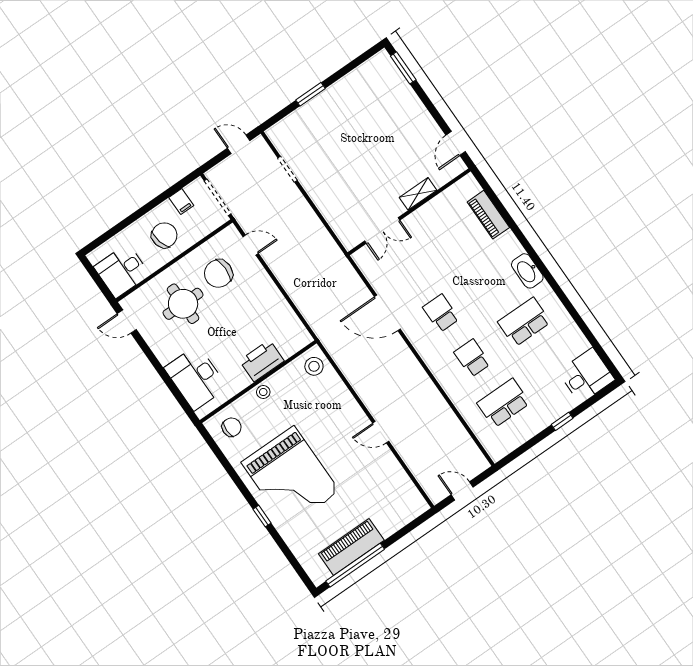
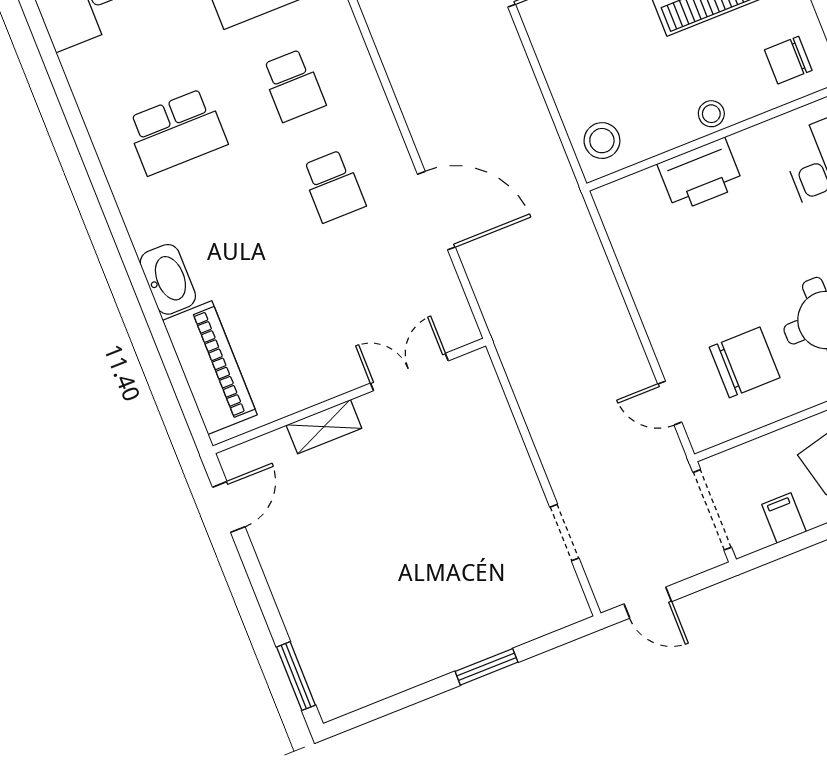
piano: (488, 215) -> (210, 368), width x1.37, depth x1.33
washbasin: (527, 271) -> (168, 279), moved

